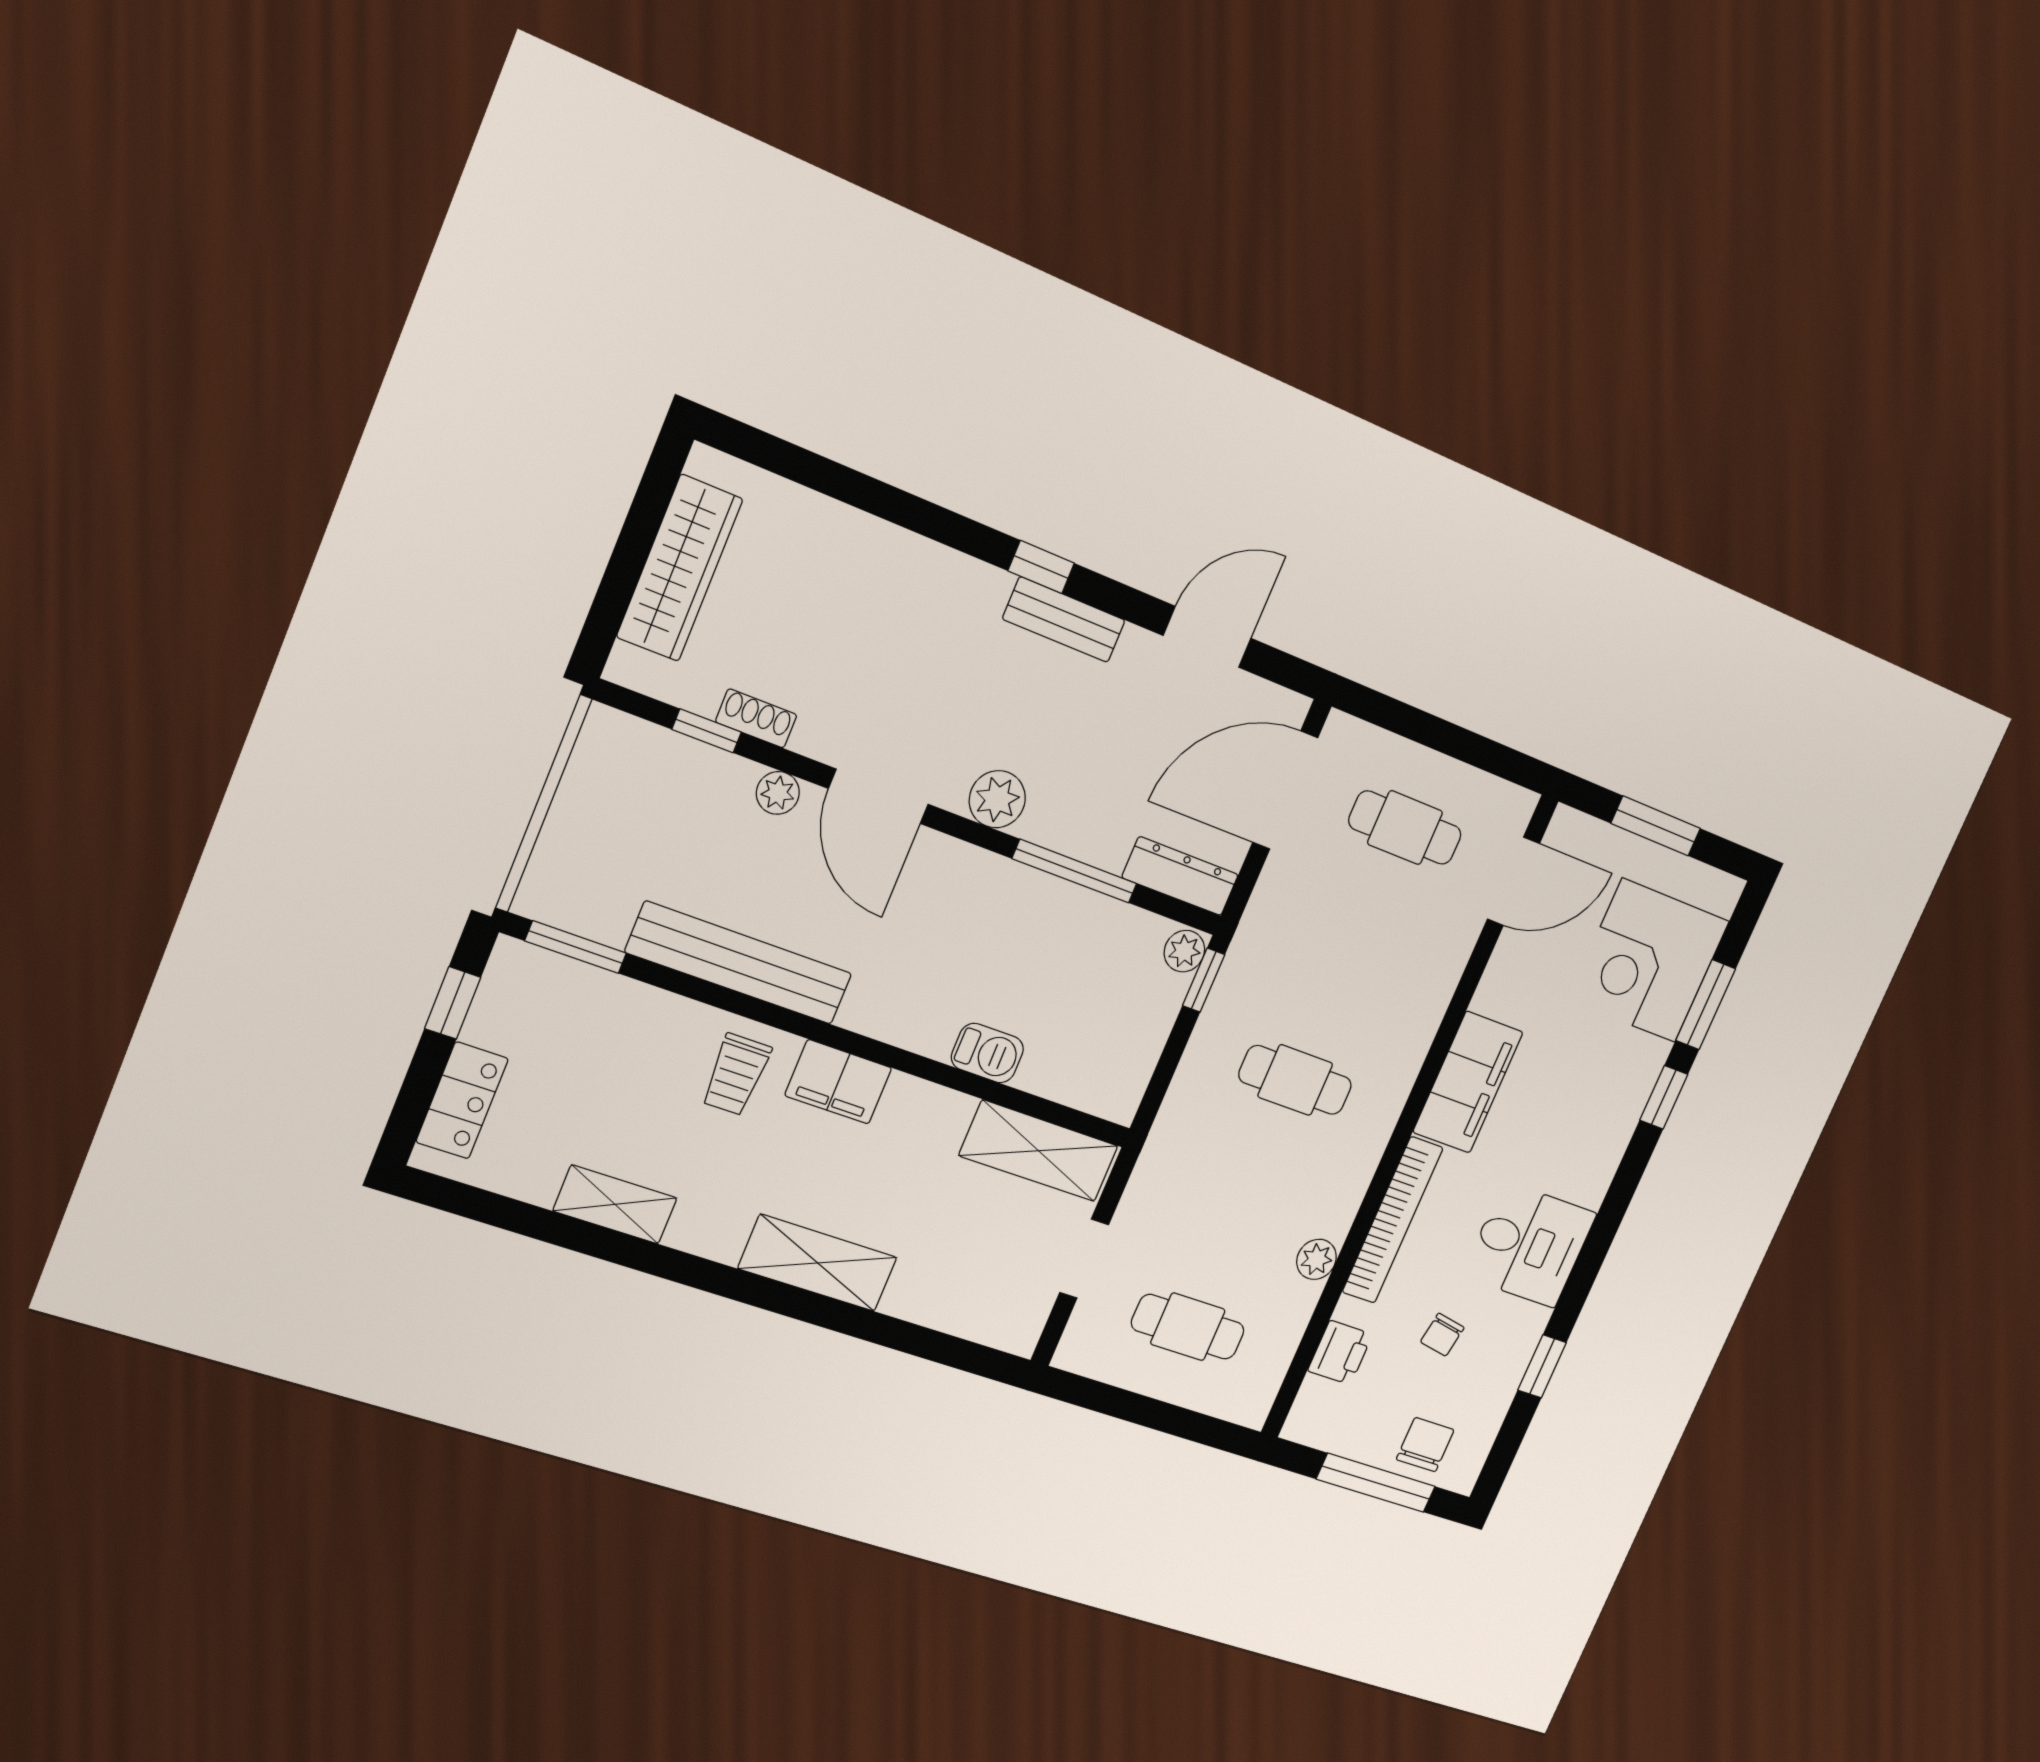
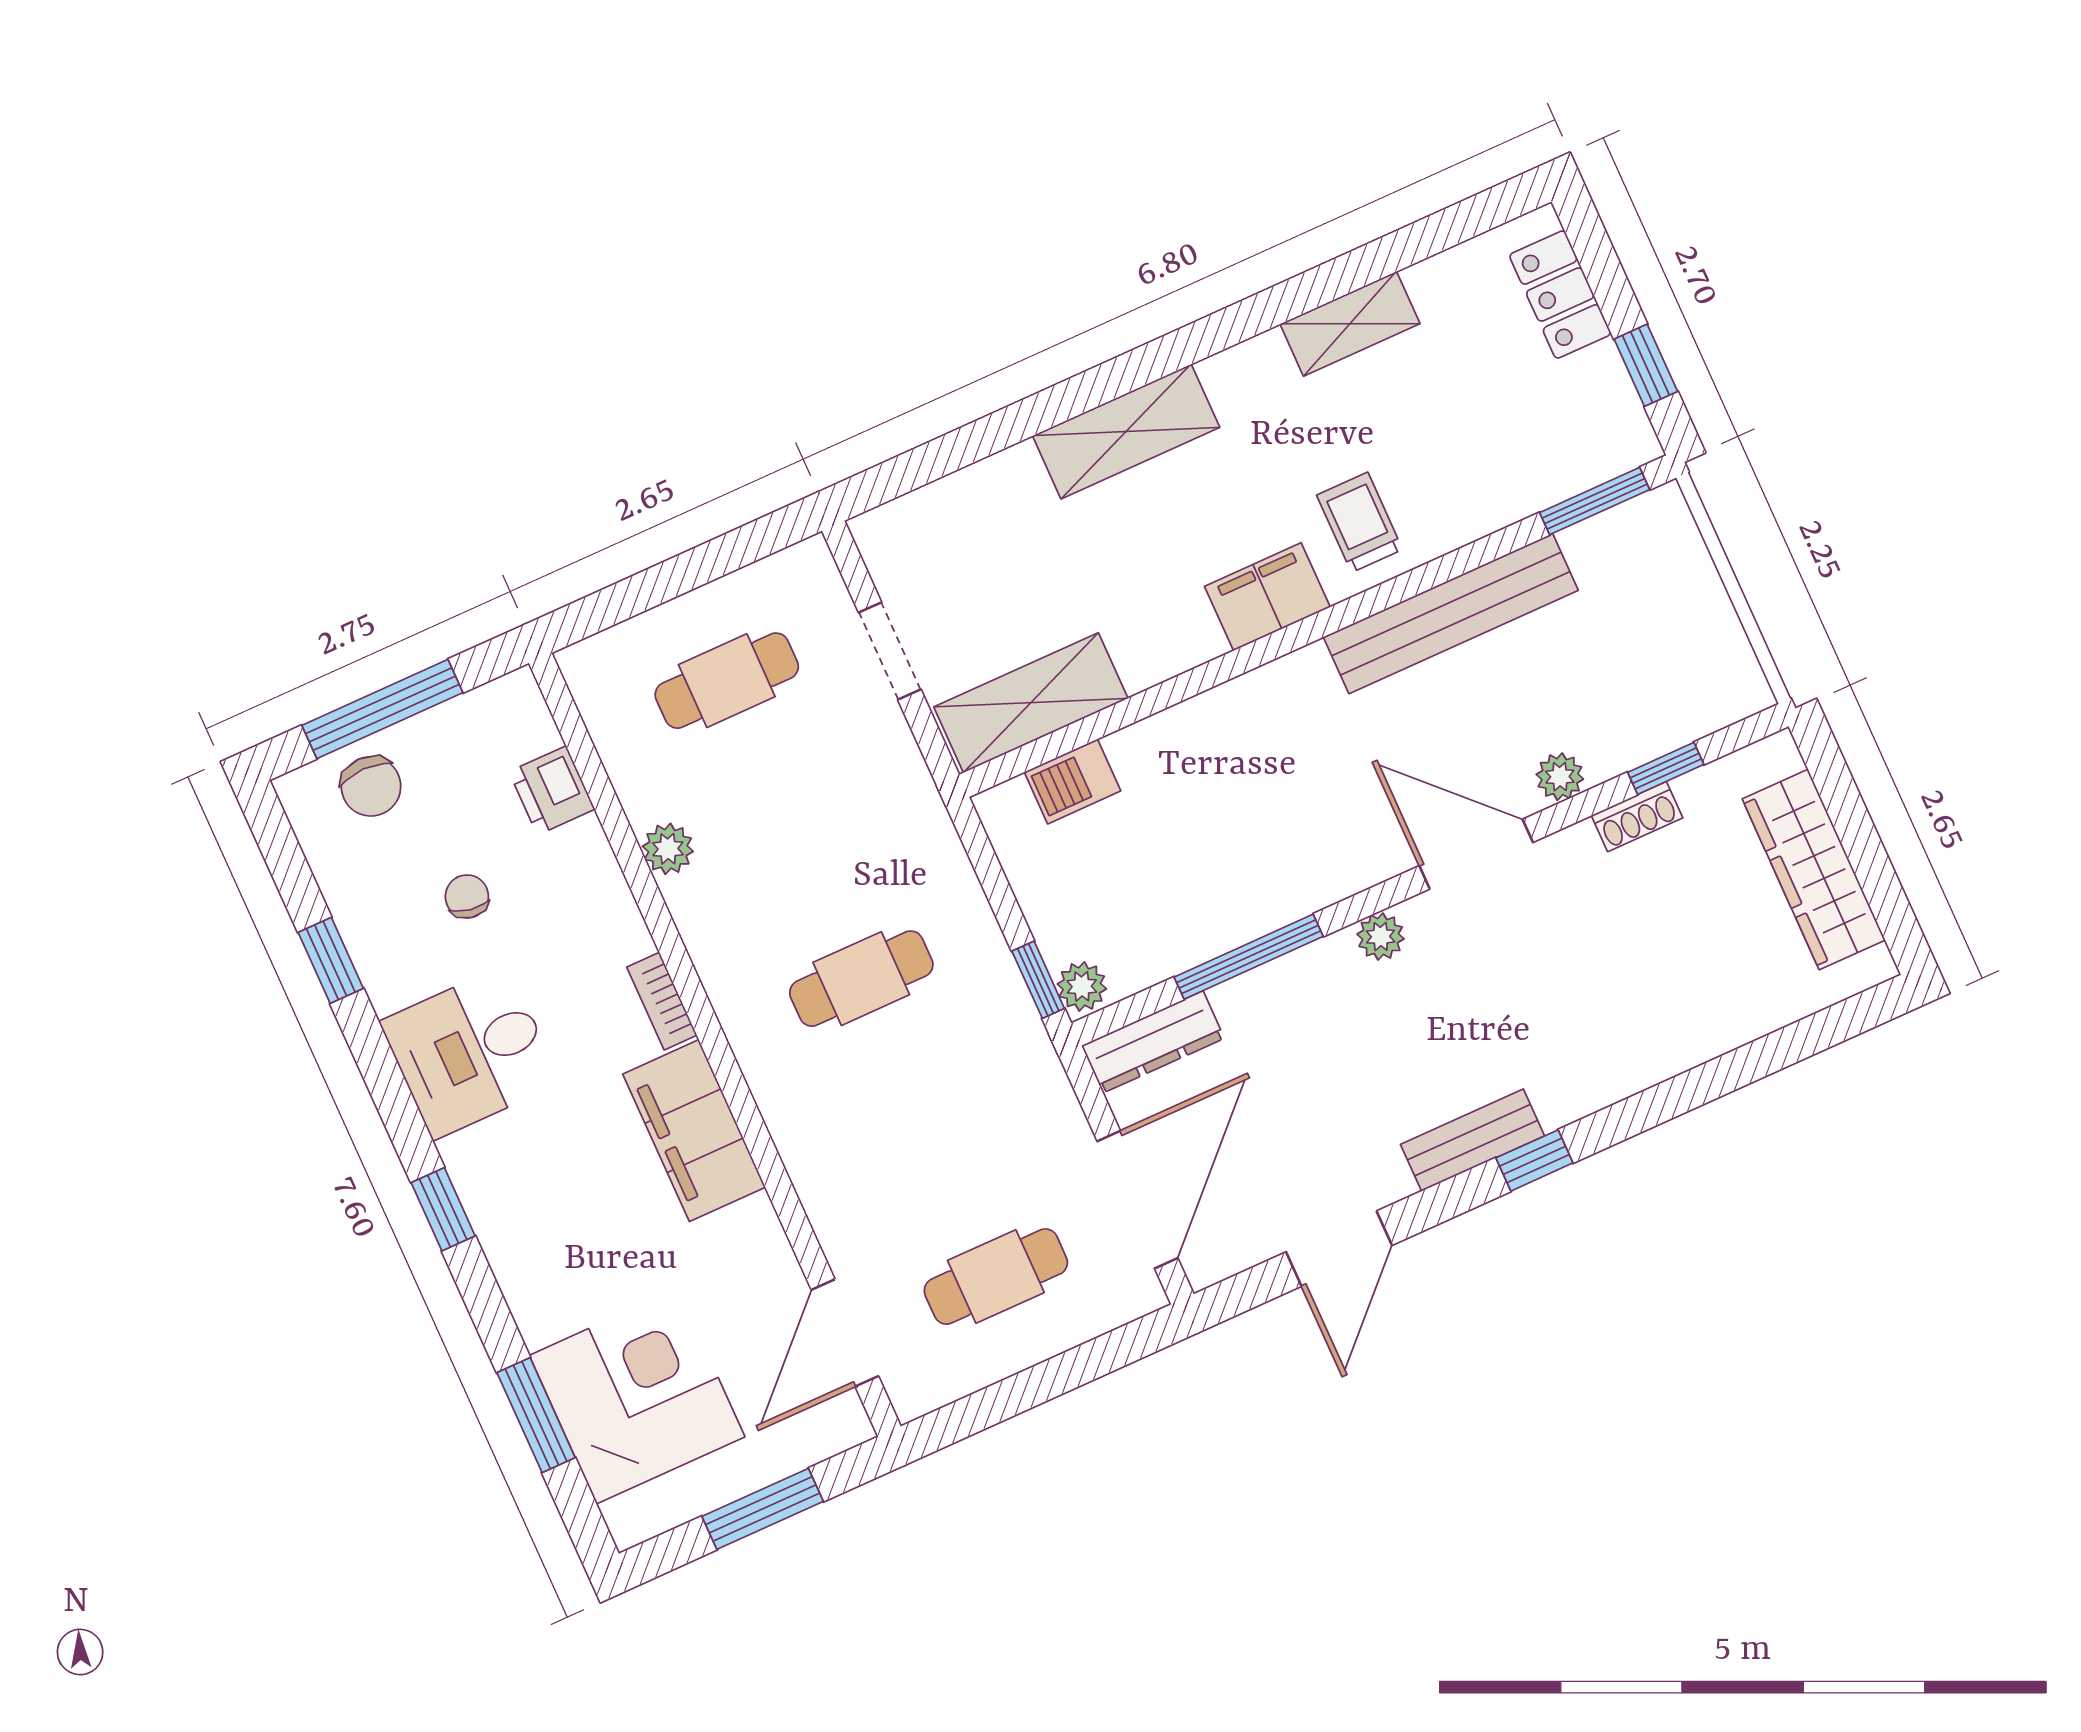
plant: (997, 799) -> (1381, 937), width x0.73, depth x0.73
barbecue: (987, 1053) -> (1072, 781), moved
window: (1664, 1097) -> (443, 1209), moved
bookcase: (1393, 1220) -> (662, 1001), width x0.43, depth x0.76

